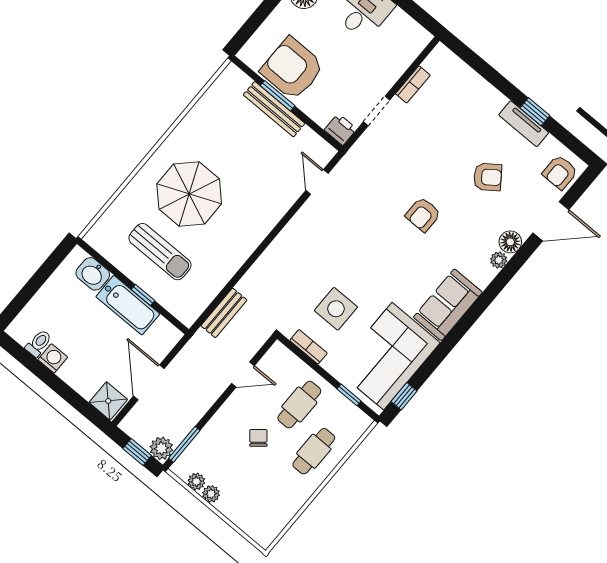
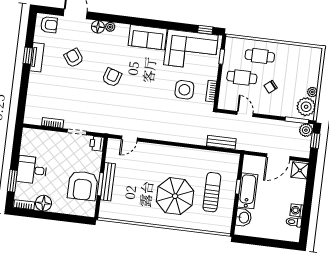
armchair: (423, 215) -> (112, 77), turned -72
plant: (196, 482) -> (306, 107), width x1.87, depth x1.87

